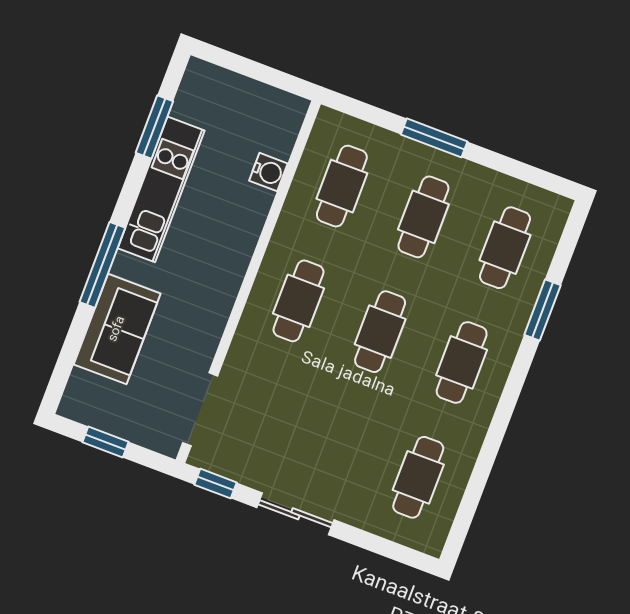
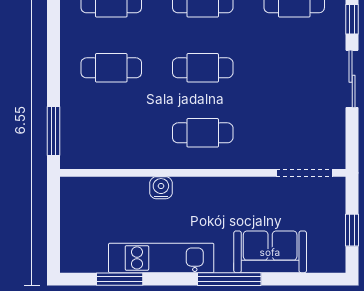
window: (434, 138) -> (53, 131), moved
water cooler: (268, 172) -> (161, 188), moved
cafe table: (342, 186) -> (111, 133), removed
window: (215, 484) -> (352, 19), moved

